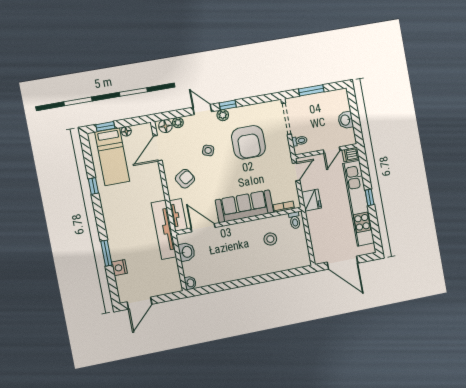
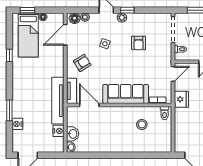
armchair: (248, 142) -> (139, 43), width x0.53, depth x0.53
washbasin: (187, 252) -> (73, 134), moved
nightstand: (172, 266) -> (58, 131), added

